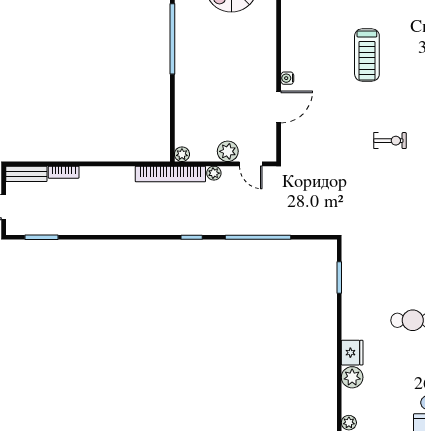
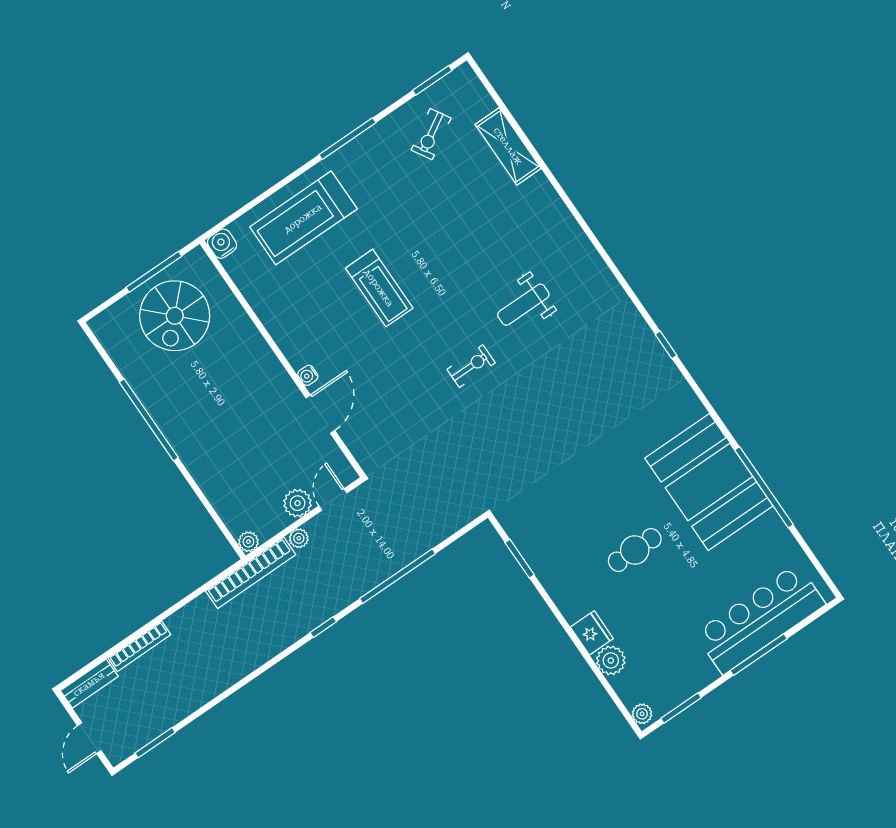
door: (251, 164) -> (333, 499), swing flipped
bookcase: (64, 172) -> (139, 646), width x1.56

